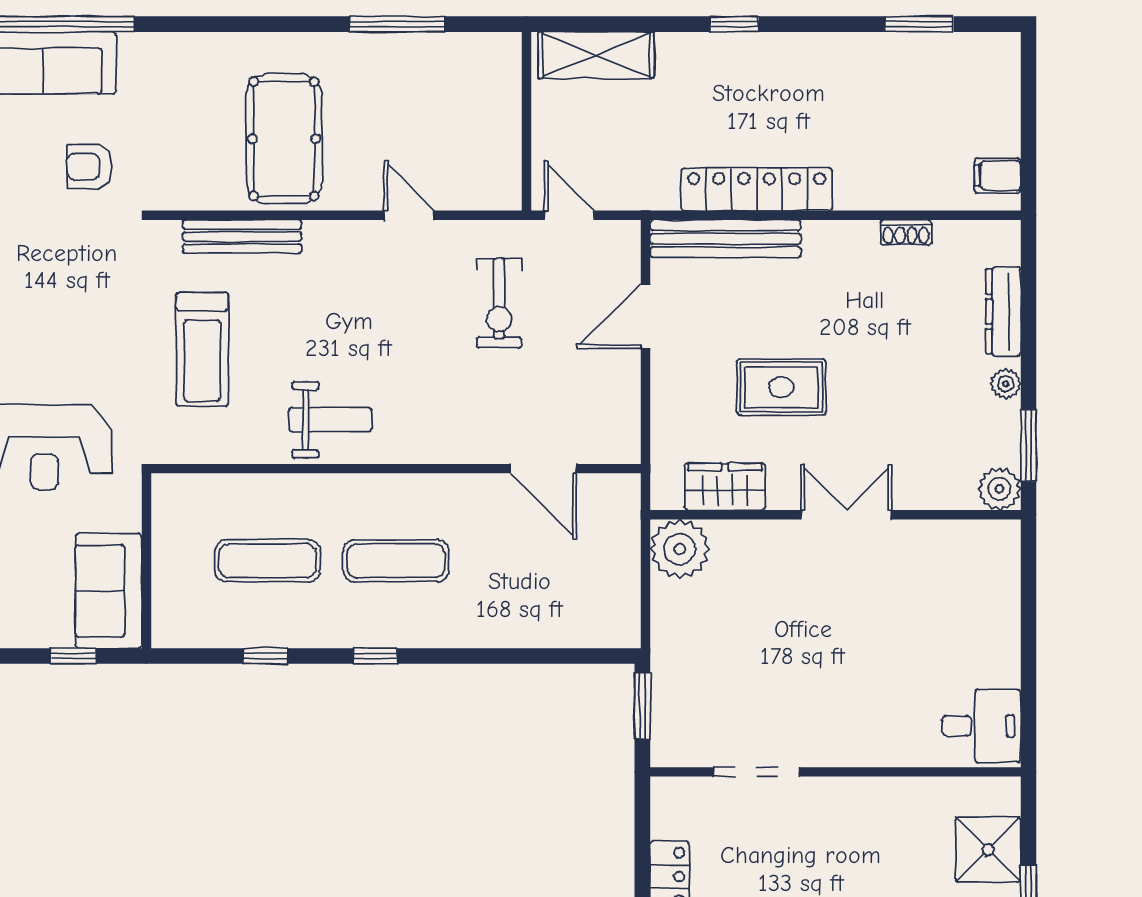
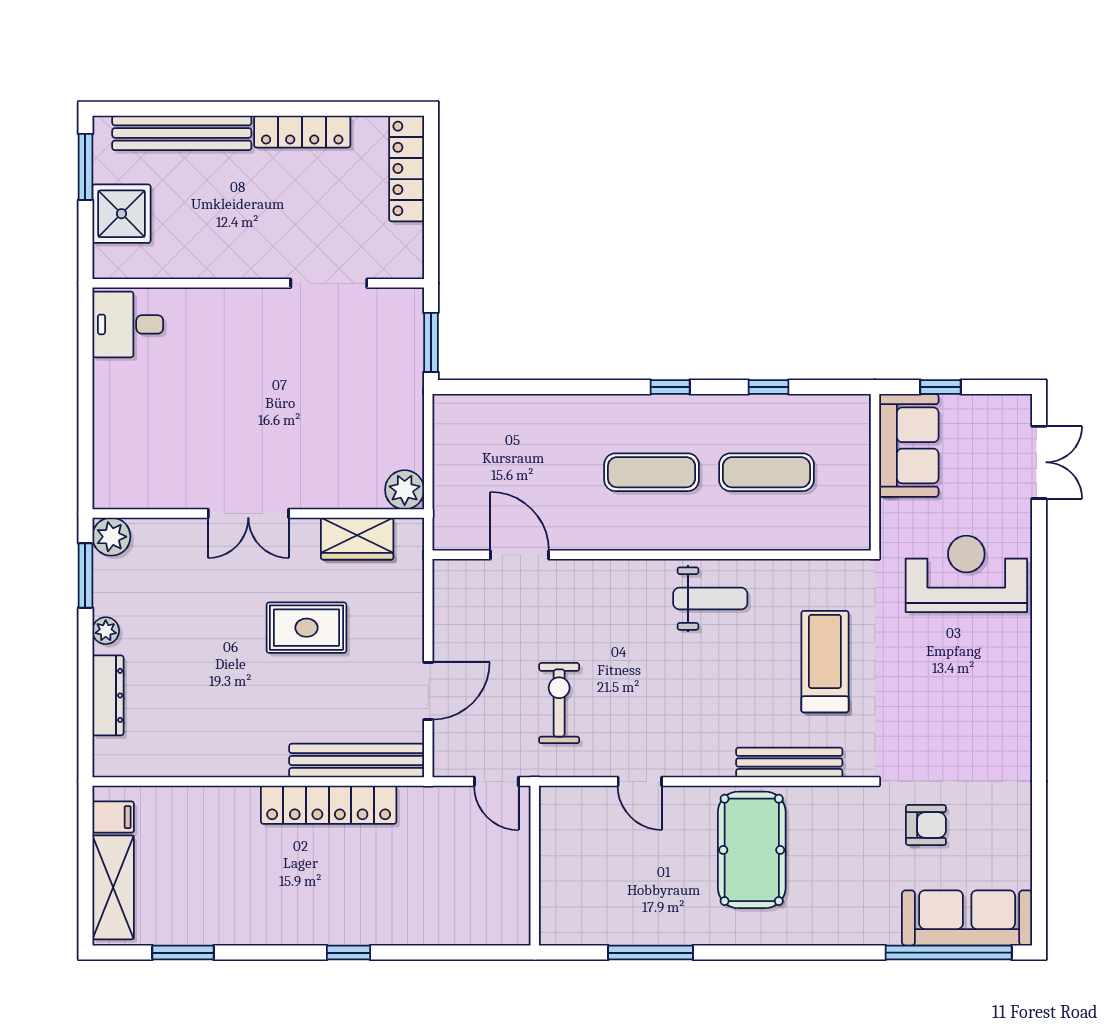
shelving: (596, 55) -> (113, 887), moved, turned 90
shoe rack: (906, 232) -> (195, 766), removed
weight bench: (330, 420) -> (710, 599), turned 180
plant: (680, 549) -> (405, 490), width x0.73, depth x0.73

